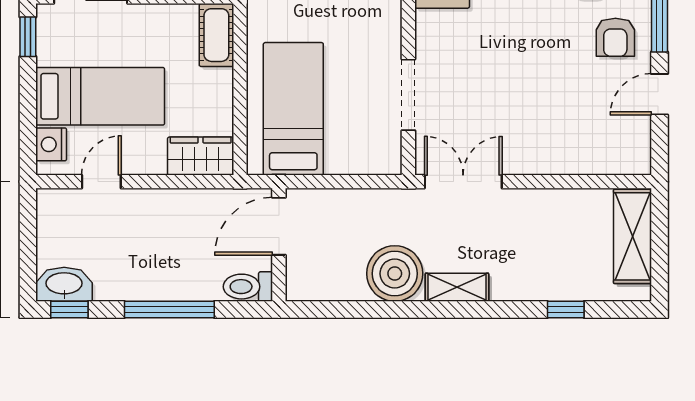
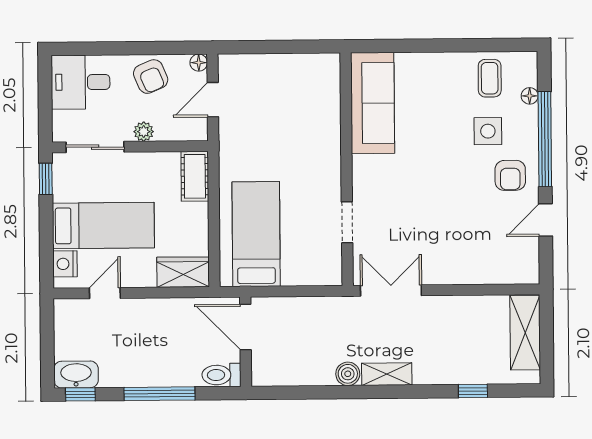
doorway: (408, 95) -> (347, 222), width x0.73
door: (279, 226) -> (246, 327), hinge flipped
boiler: (395, 274) -> (348, 374), width x0.54, depth x0.54

